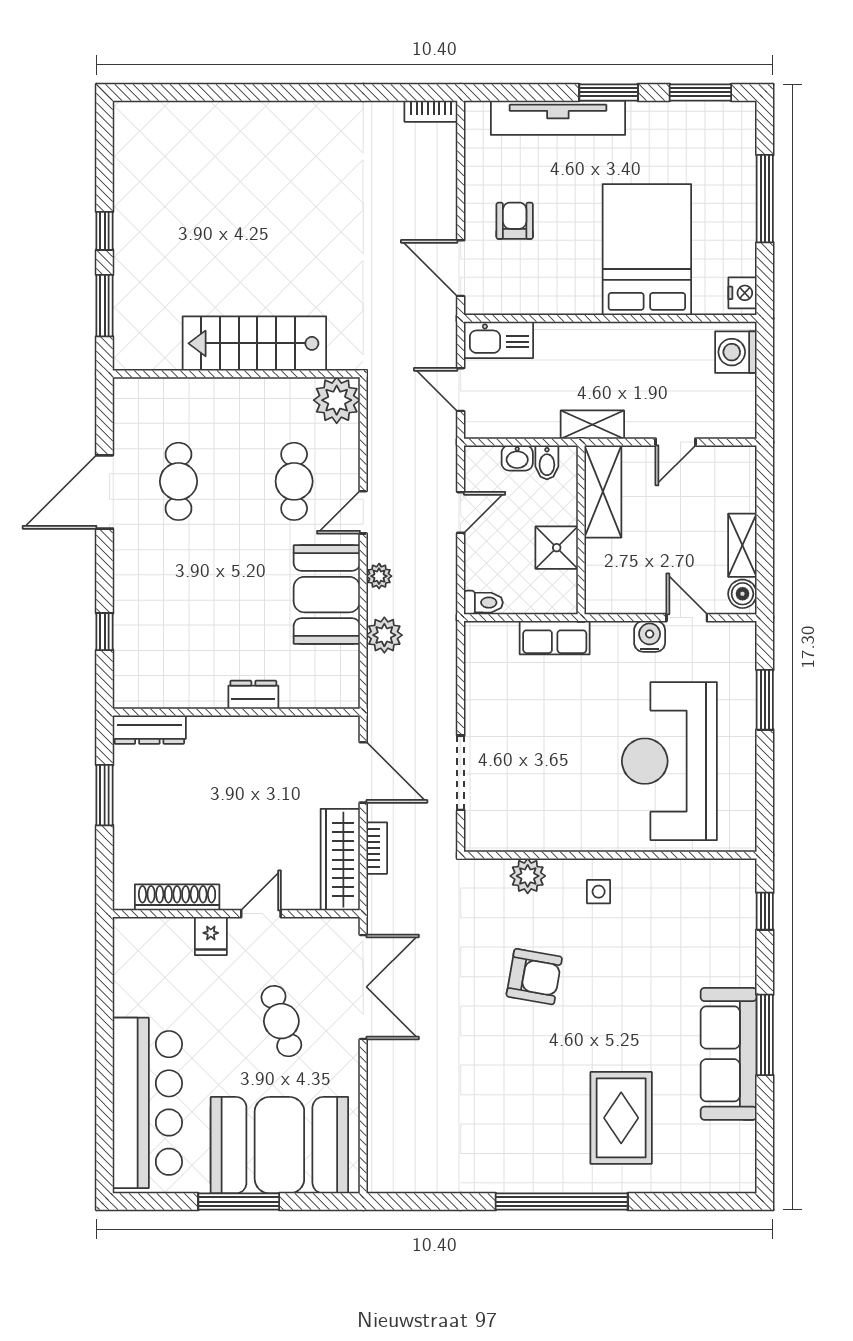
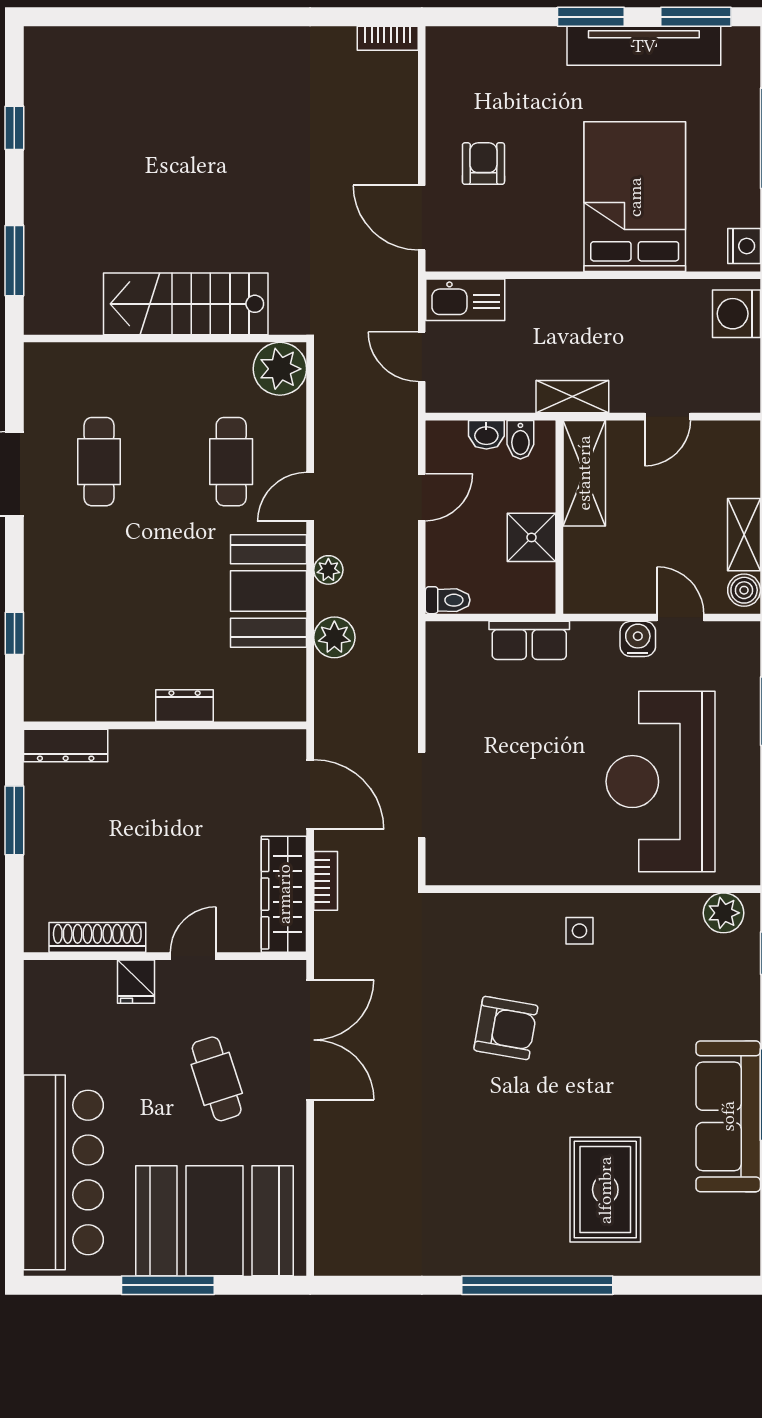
tv unit: (558, 118) -> (644, 46), moved
window: (105, 231) -> (14, 128), moved
plant: (528, 876) -> (724, 913), moved

